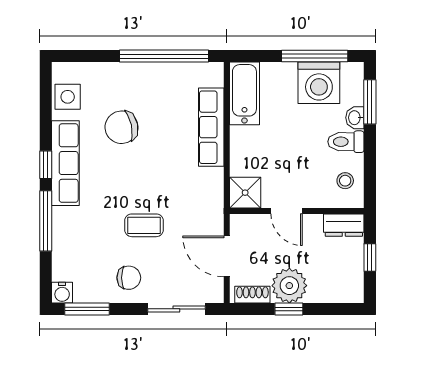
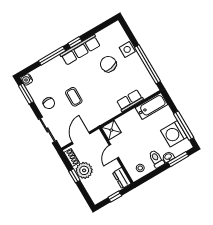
side table: (68, 97) -> (127, 49), moved
row of seats: (211, 127) -> (130, 101), width x0.68

